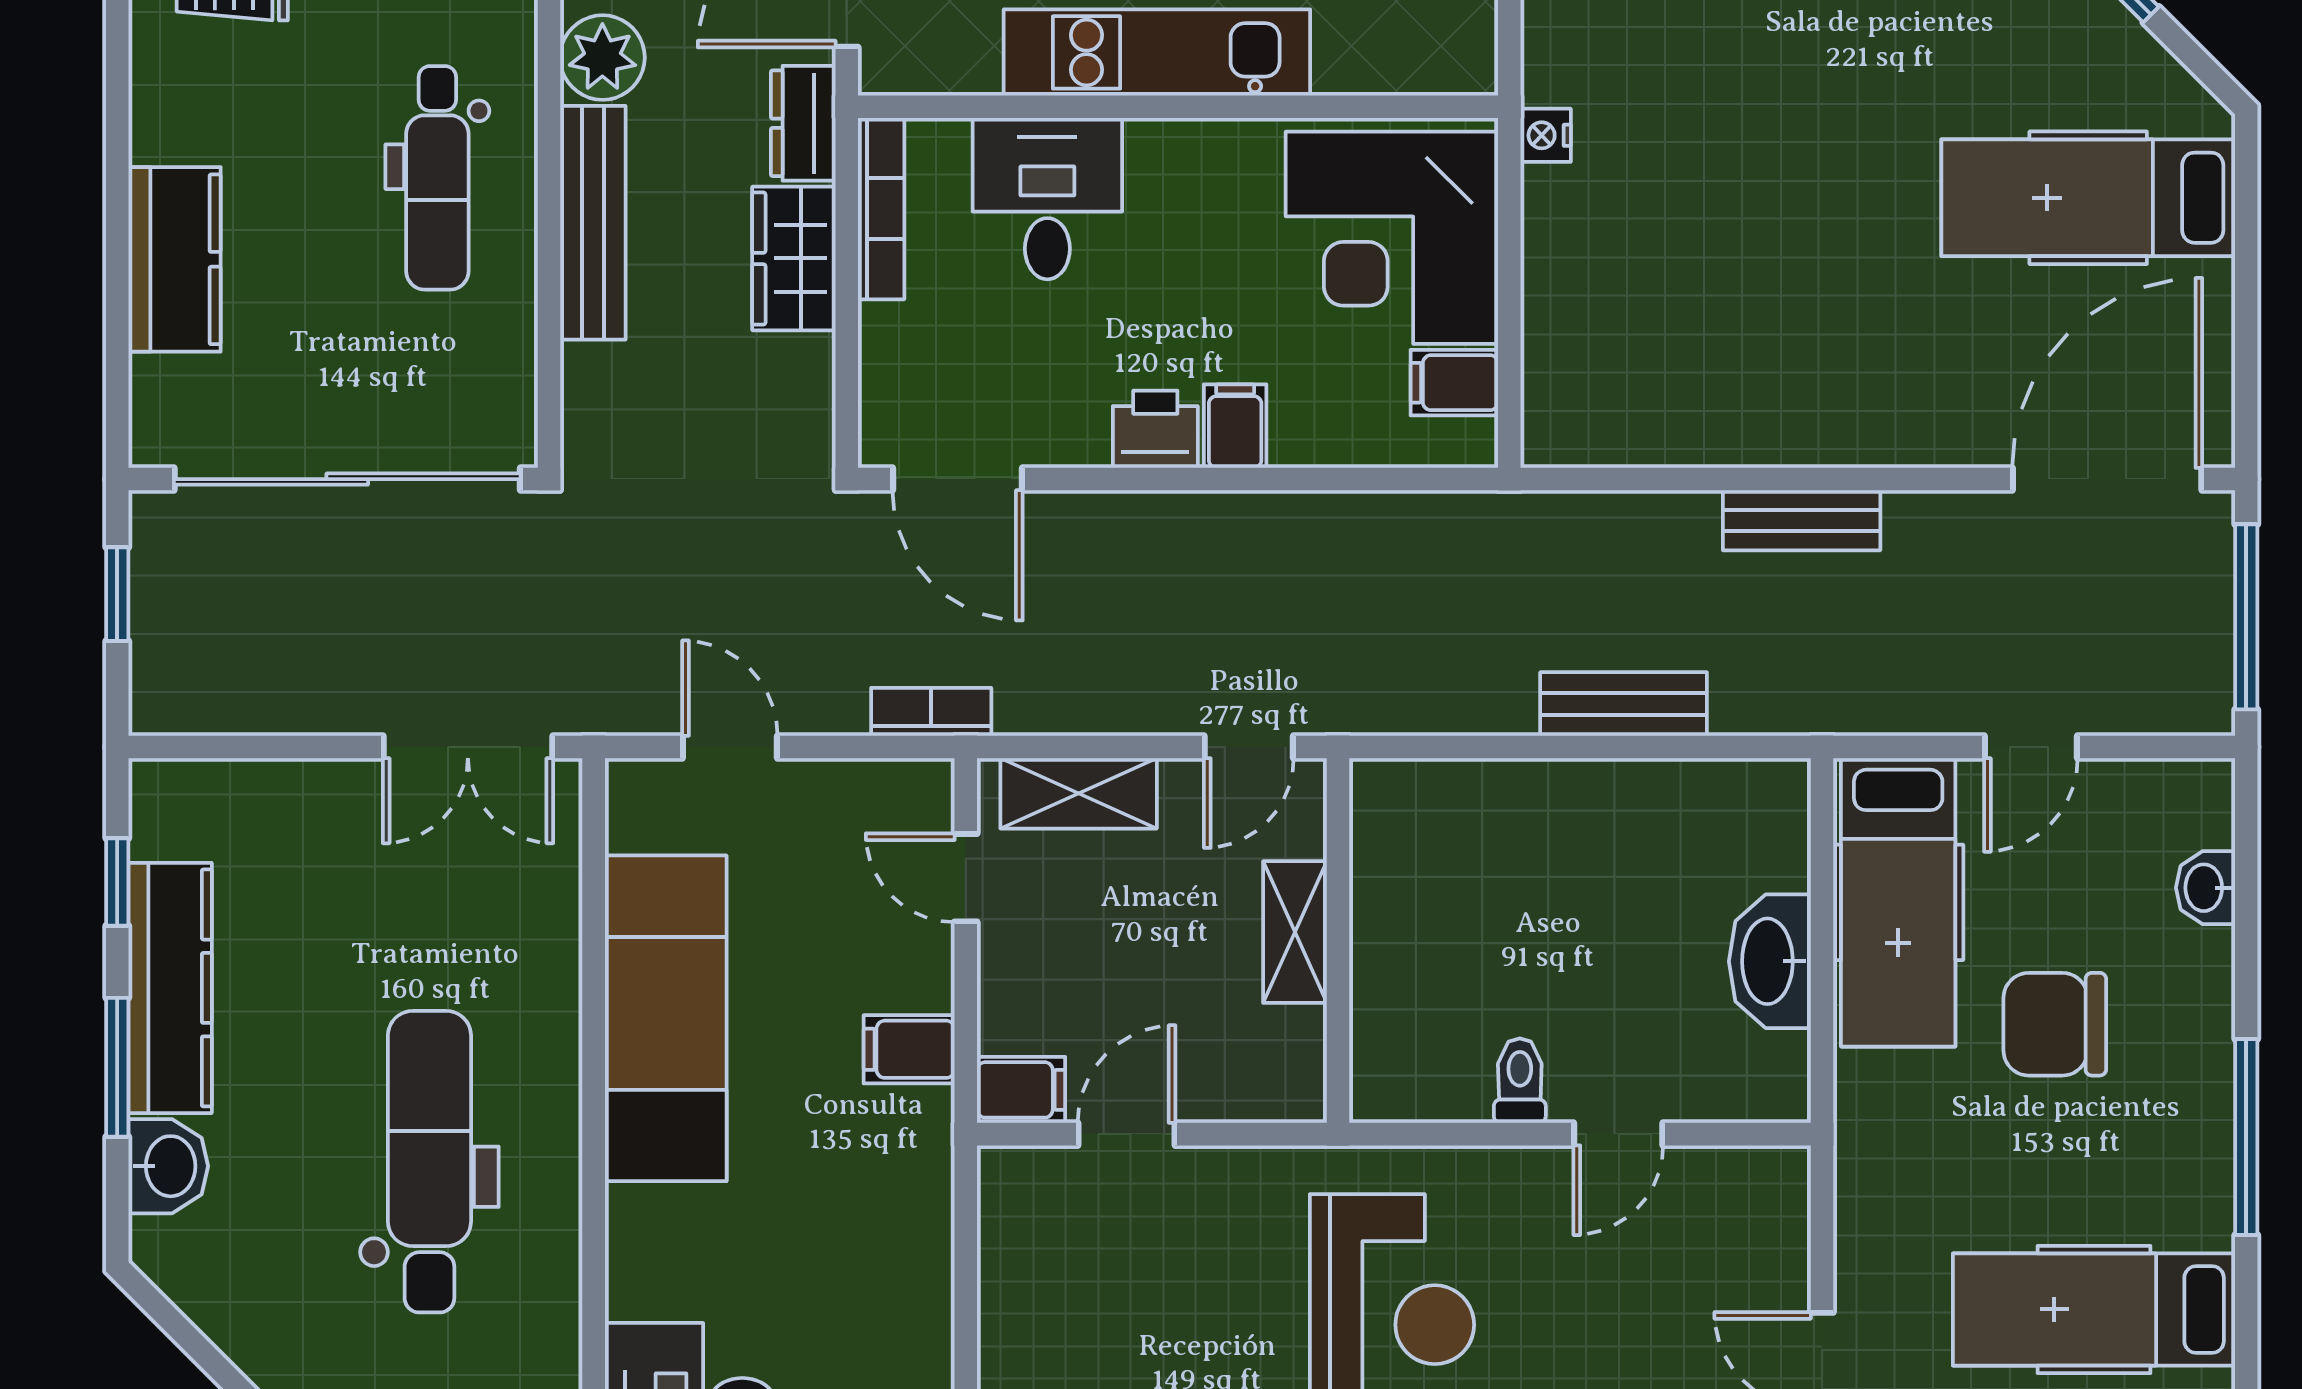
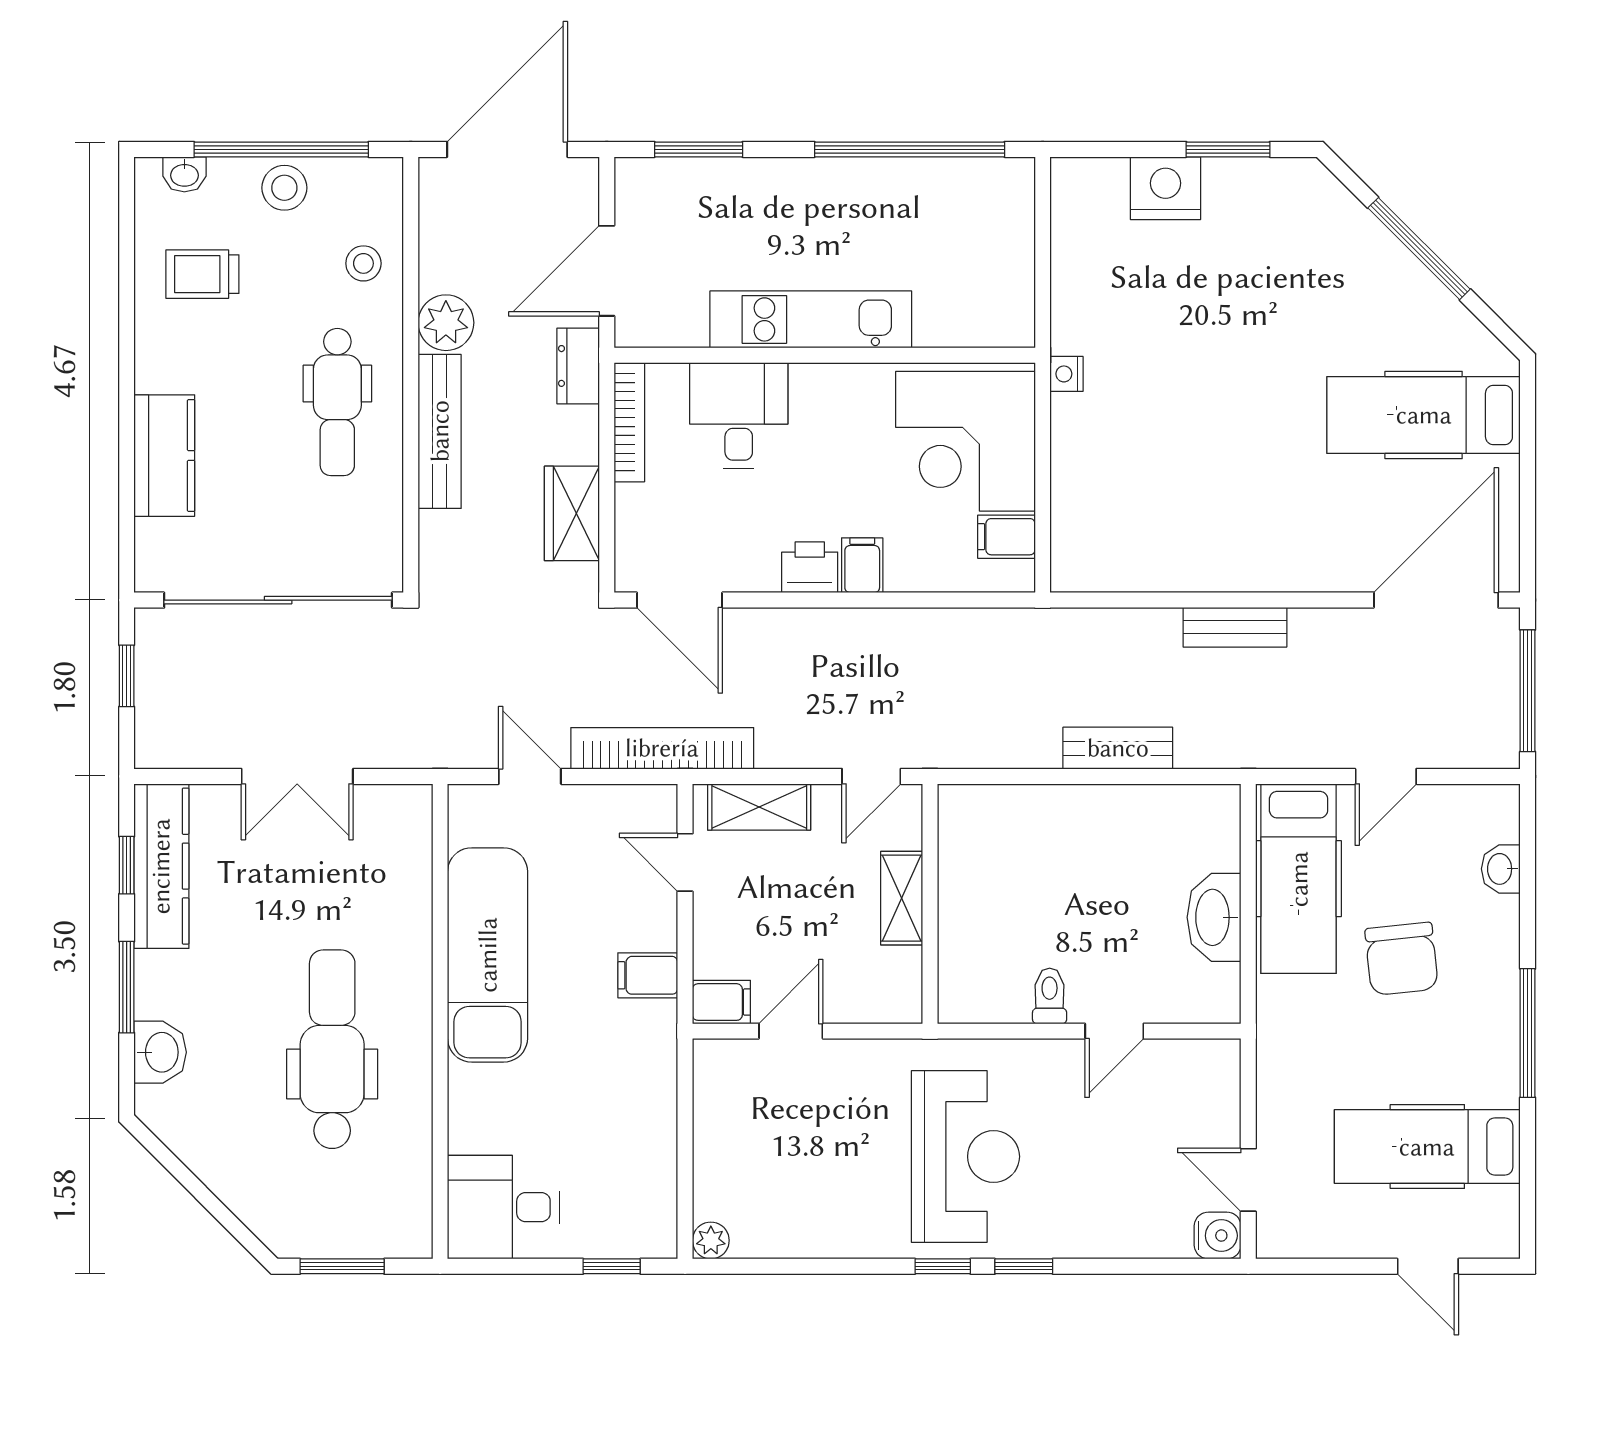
wardrobe: (794, 258) -> (572, 513), moved
bookcase: (931, 712) -> (662, 748), width x2.31, depth x1.31
double door: (468, 747) -> (297, 776), moved
kitchen counter: (170, 988) -> (161, 866), moved
chair: (2055, 1024) -> (1402, 959), turned -96

